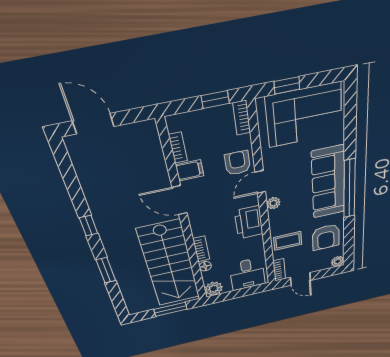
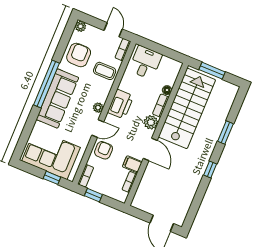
armchair: (237, 163) -> (104, 150), turned 180
plant: (214, 289) -> (151, 122), moved

